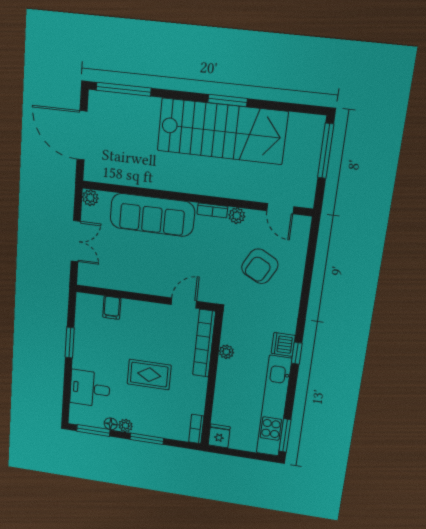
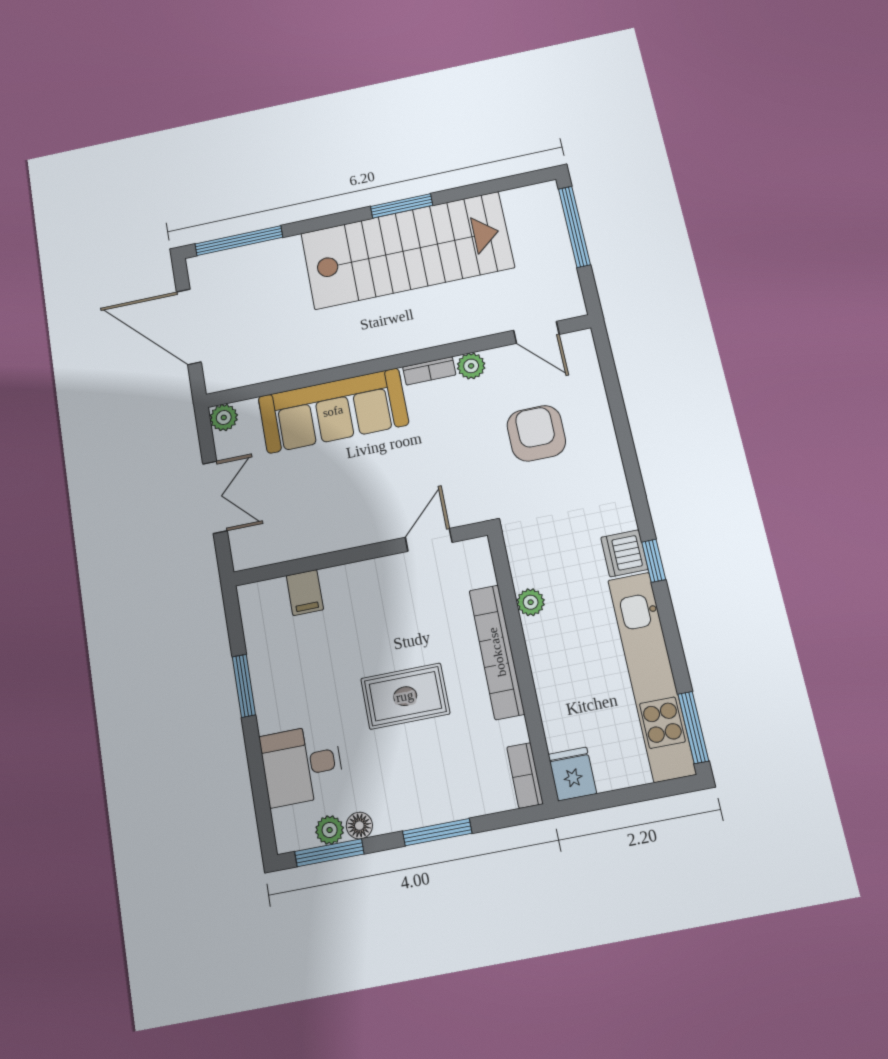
armchair: (260, 266) -> (536, 433), turned 152
bookcase: (204, 343) -> (497, 652), moved
plant: (125, 426) -> (330, 830), moved

